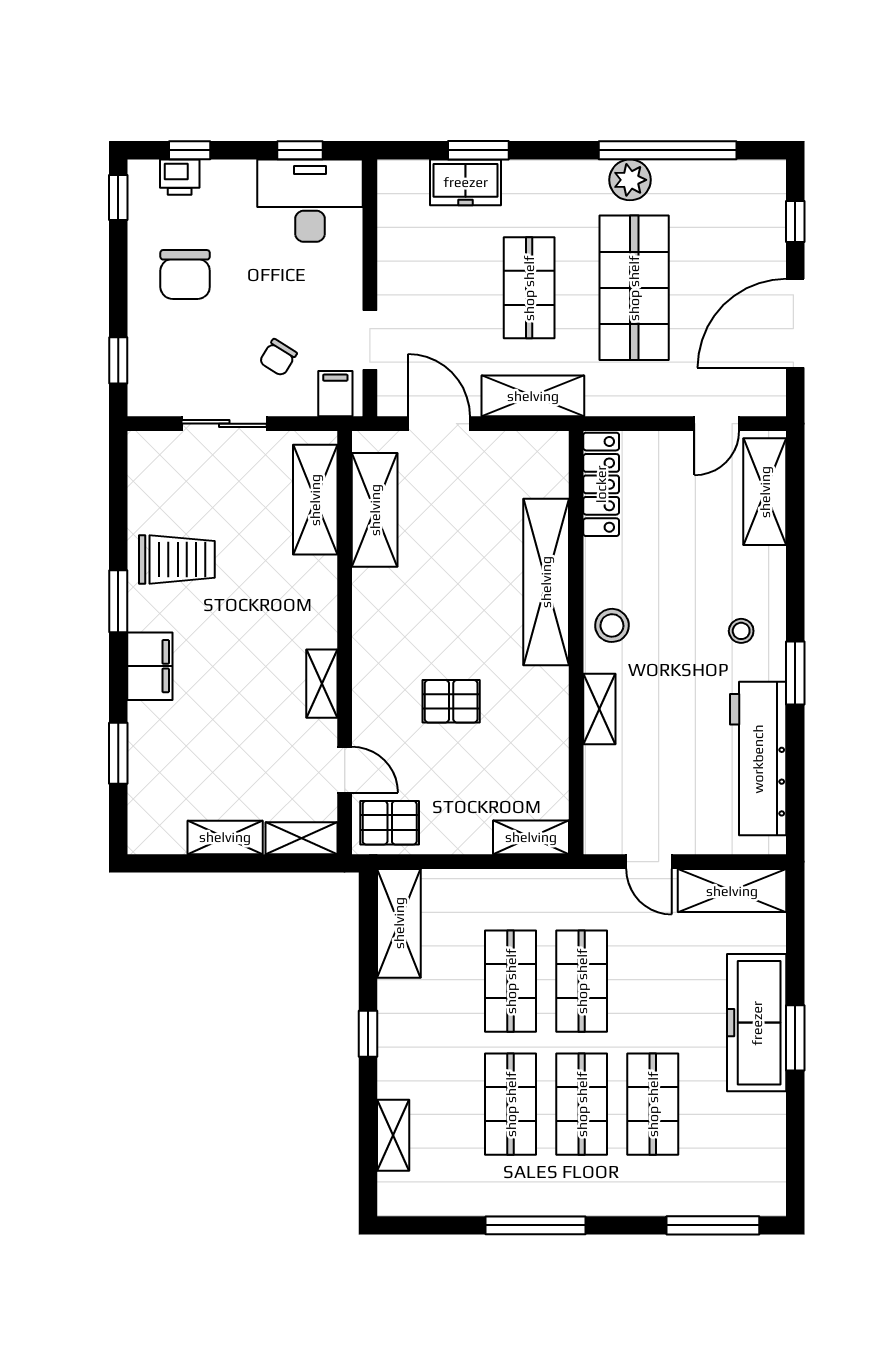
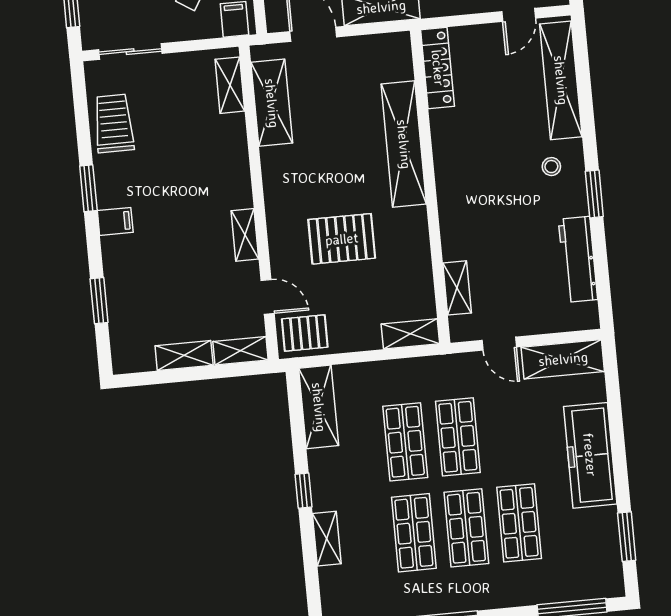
sliding door: (224, 424) -> (130, 52), moved
shelving: (765, 492) -> (561, 80), width x1.47
shelving: (315, 500) -> (230, 85), width x0.67, depth x0.75
trolley: (177, 559) -> (114, 123), moved, turned -90
stool: (612, 625) -> (455, 172), removed
filing cabinet: (150, 666) -> (115, 221), width x0.50
pallet: (451, 701) -> (342, 239), width x1.50, depth x1.42
shelving: (599, 709) -> (457, 288), moved
workbench: (758, 759) -> (578, 259), width x0.73, depth x0.76
window: (795, 1038) -> (627, 537), moved
shelving: (393, 1135) -> (327, 539), moved

